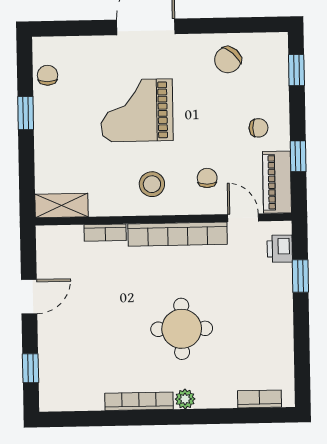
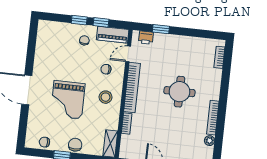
chair: (228, 60) -> (75, 145), moved, turned -132
window: (296, 70) -> (79, 20), moved
plant: (185, 399) -> (210, 141), moved

